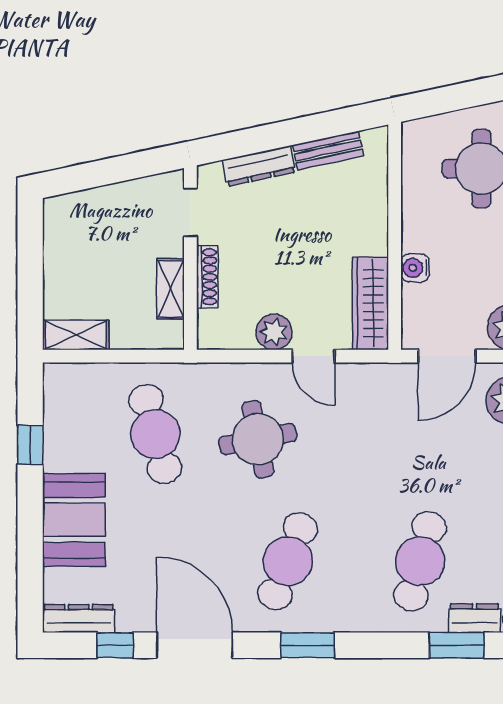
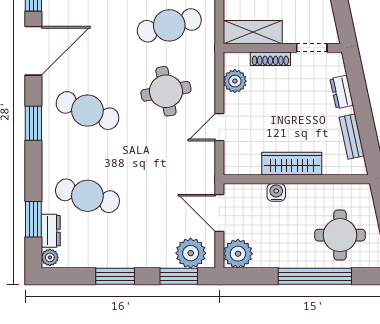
dresser: (259, 166) -> (342, 92), width x0.70
shelving: (170, 289) -> (253, 32), width x1.50, depth x1.33
wardrobe: (370, 303) -> (292, 164), moved
plant: (274, 332) -> (235, 81), moved

